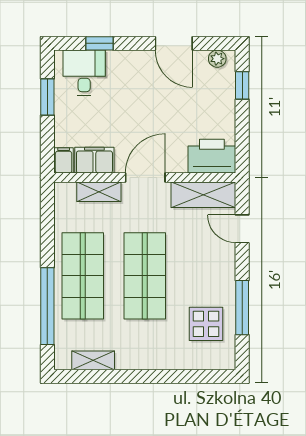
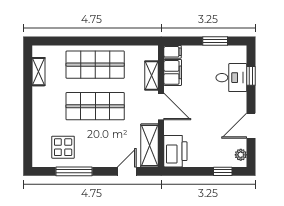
desk: (84, 73) -> (231, 78), moved
window: (47, 306) -> (75, 41), removed

